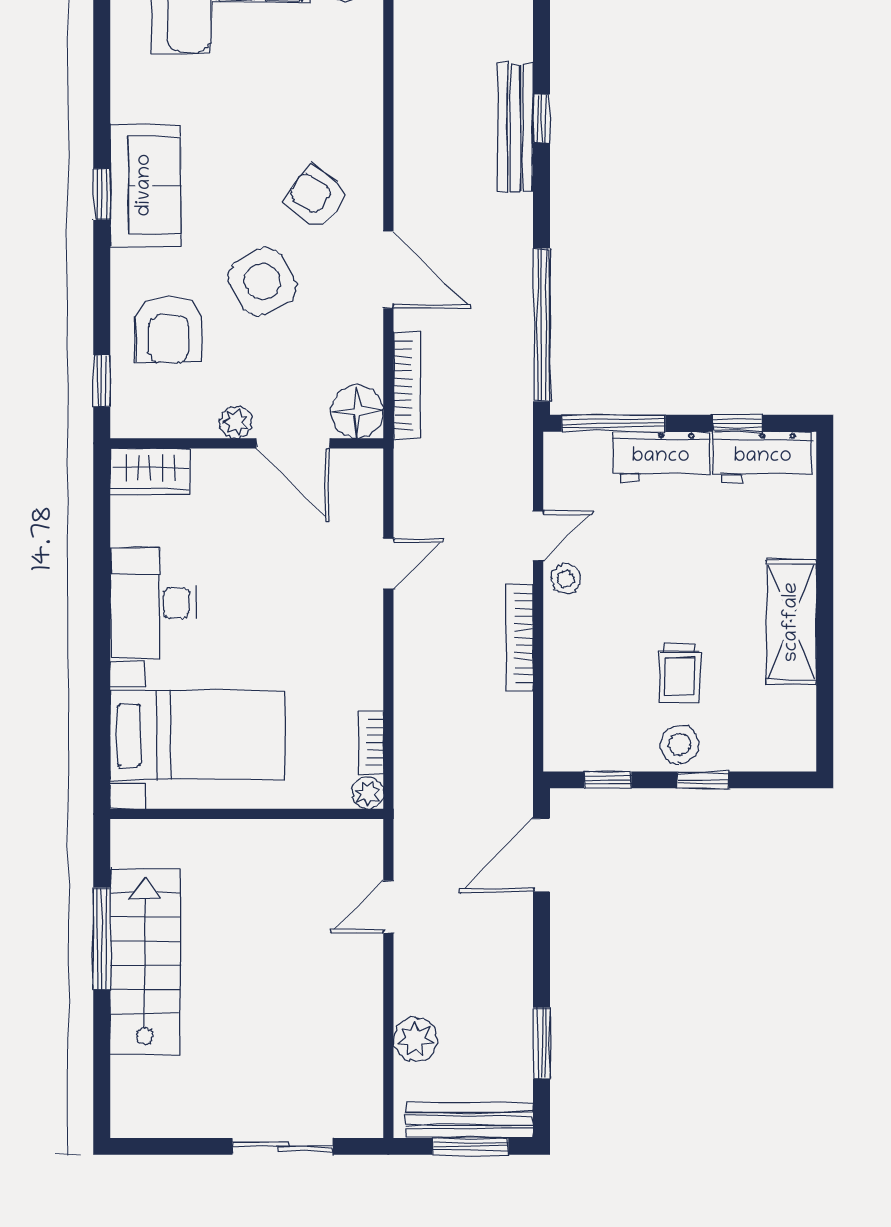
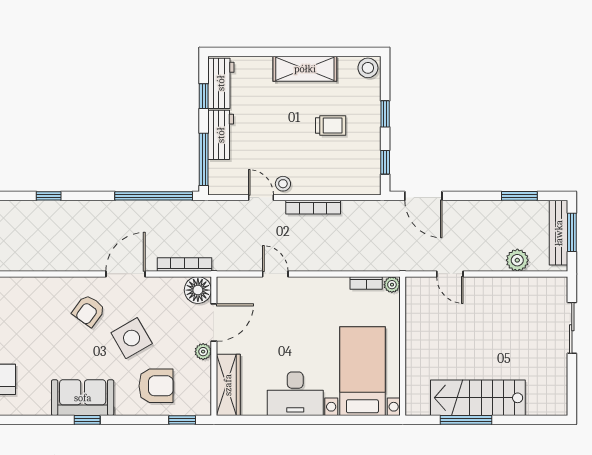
bench: (515, 128) -> (53, 209), removed
wardrobe: (150, 472) -> (228, 385), width x1.50
stool: (680, 744) -> (368, 68), moved

